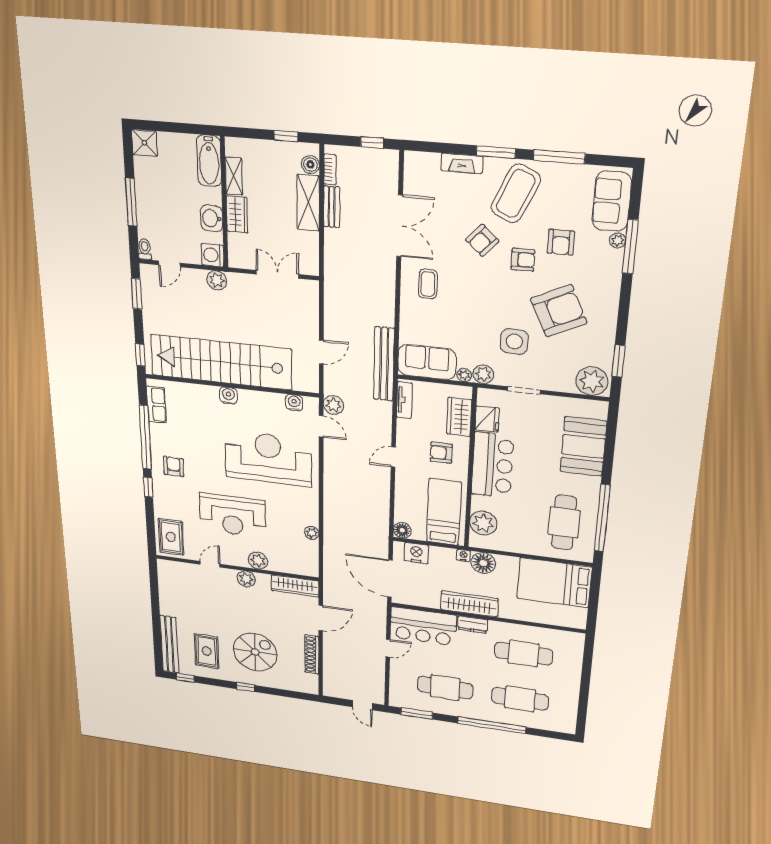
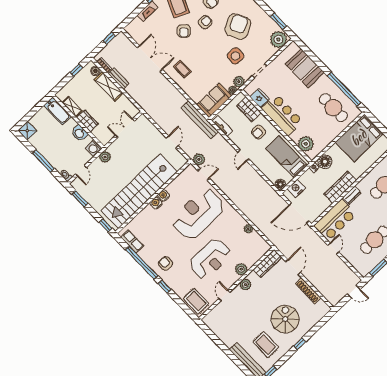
water cooler: (294, 403) -> (164, 195), moved

